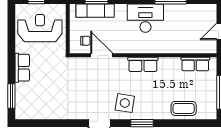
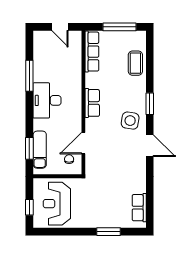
row of seats: (195, 64) -> (92, 52), width x1.48
row of seats: (22, 68) -> (139, 208), moved, turned -90
window: (11, 96) -> (109, 232), moved

